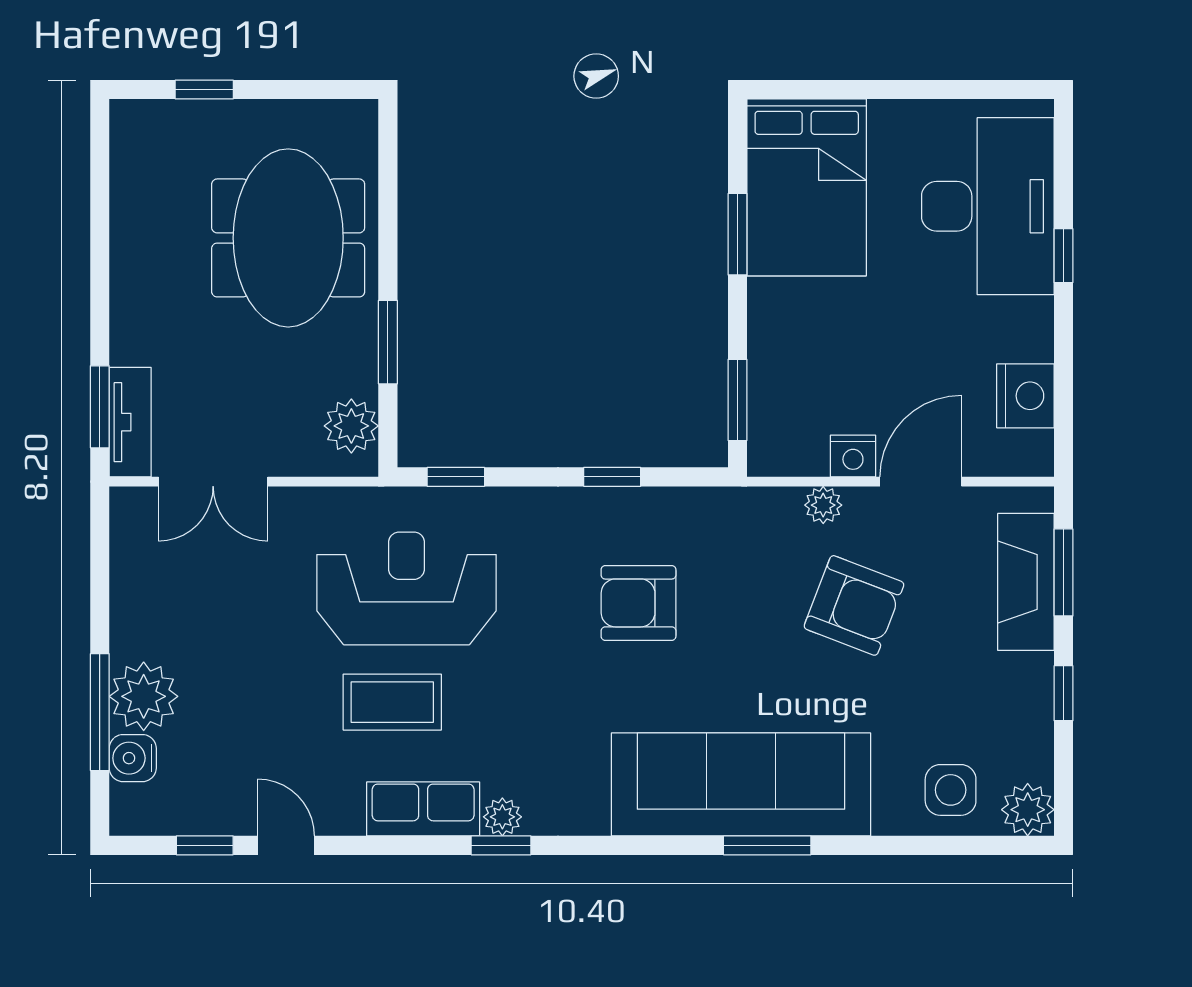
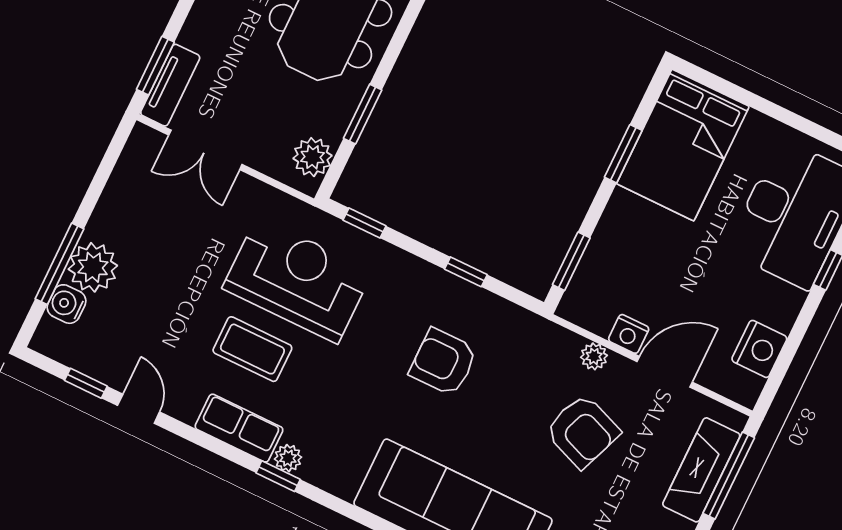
window: (1063, 572) -> (729, 475), width x1.44

